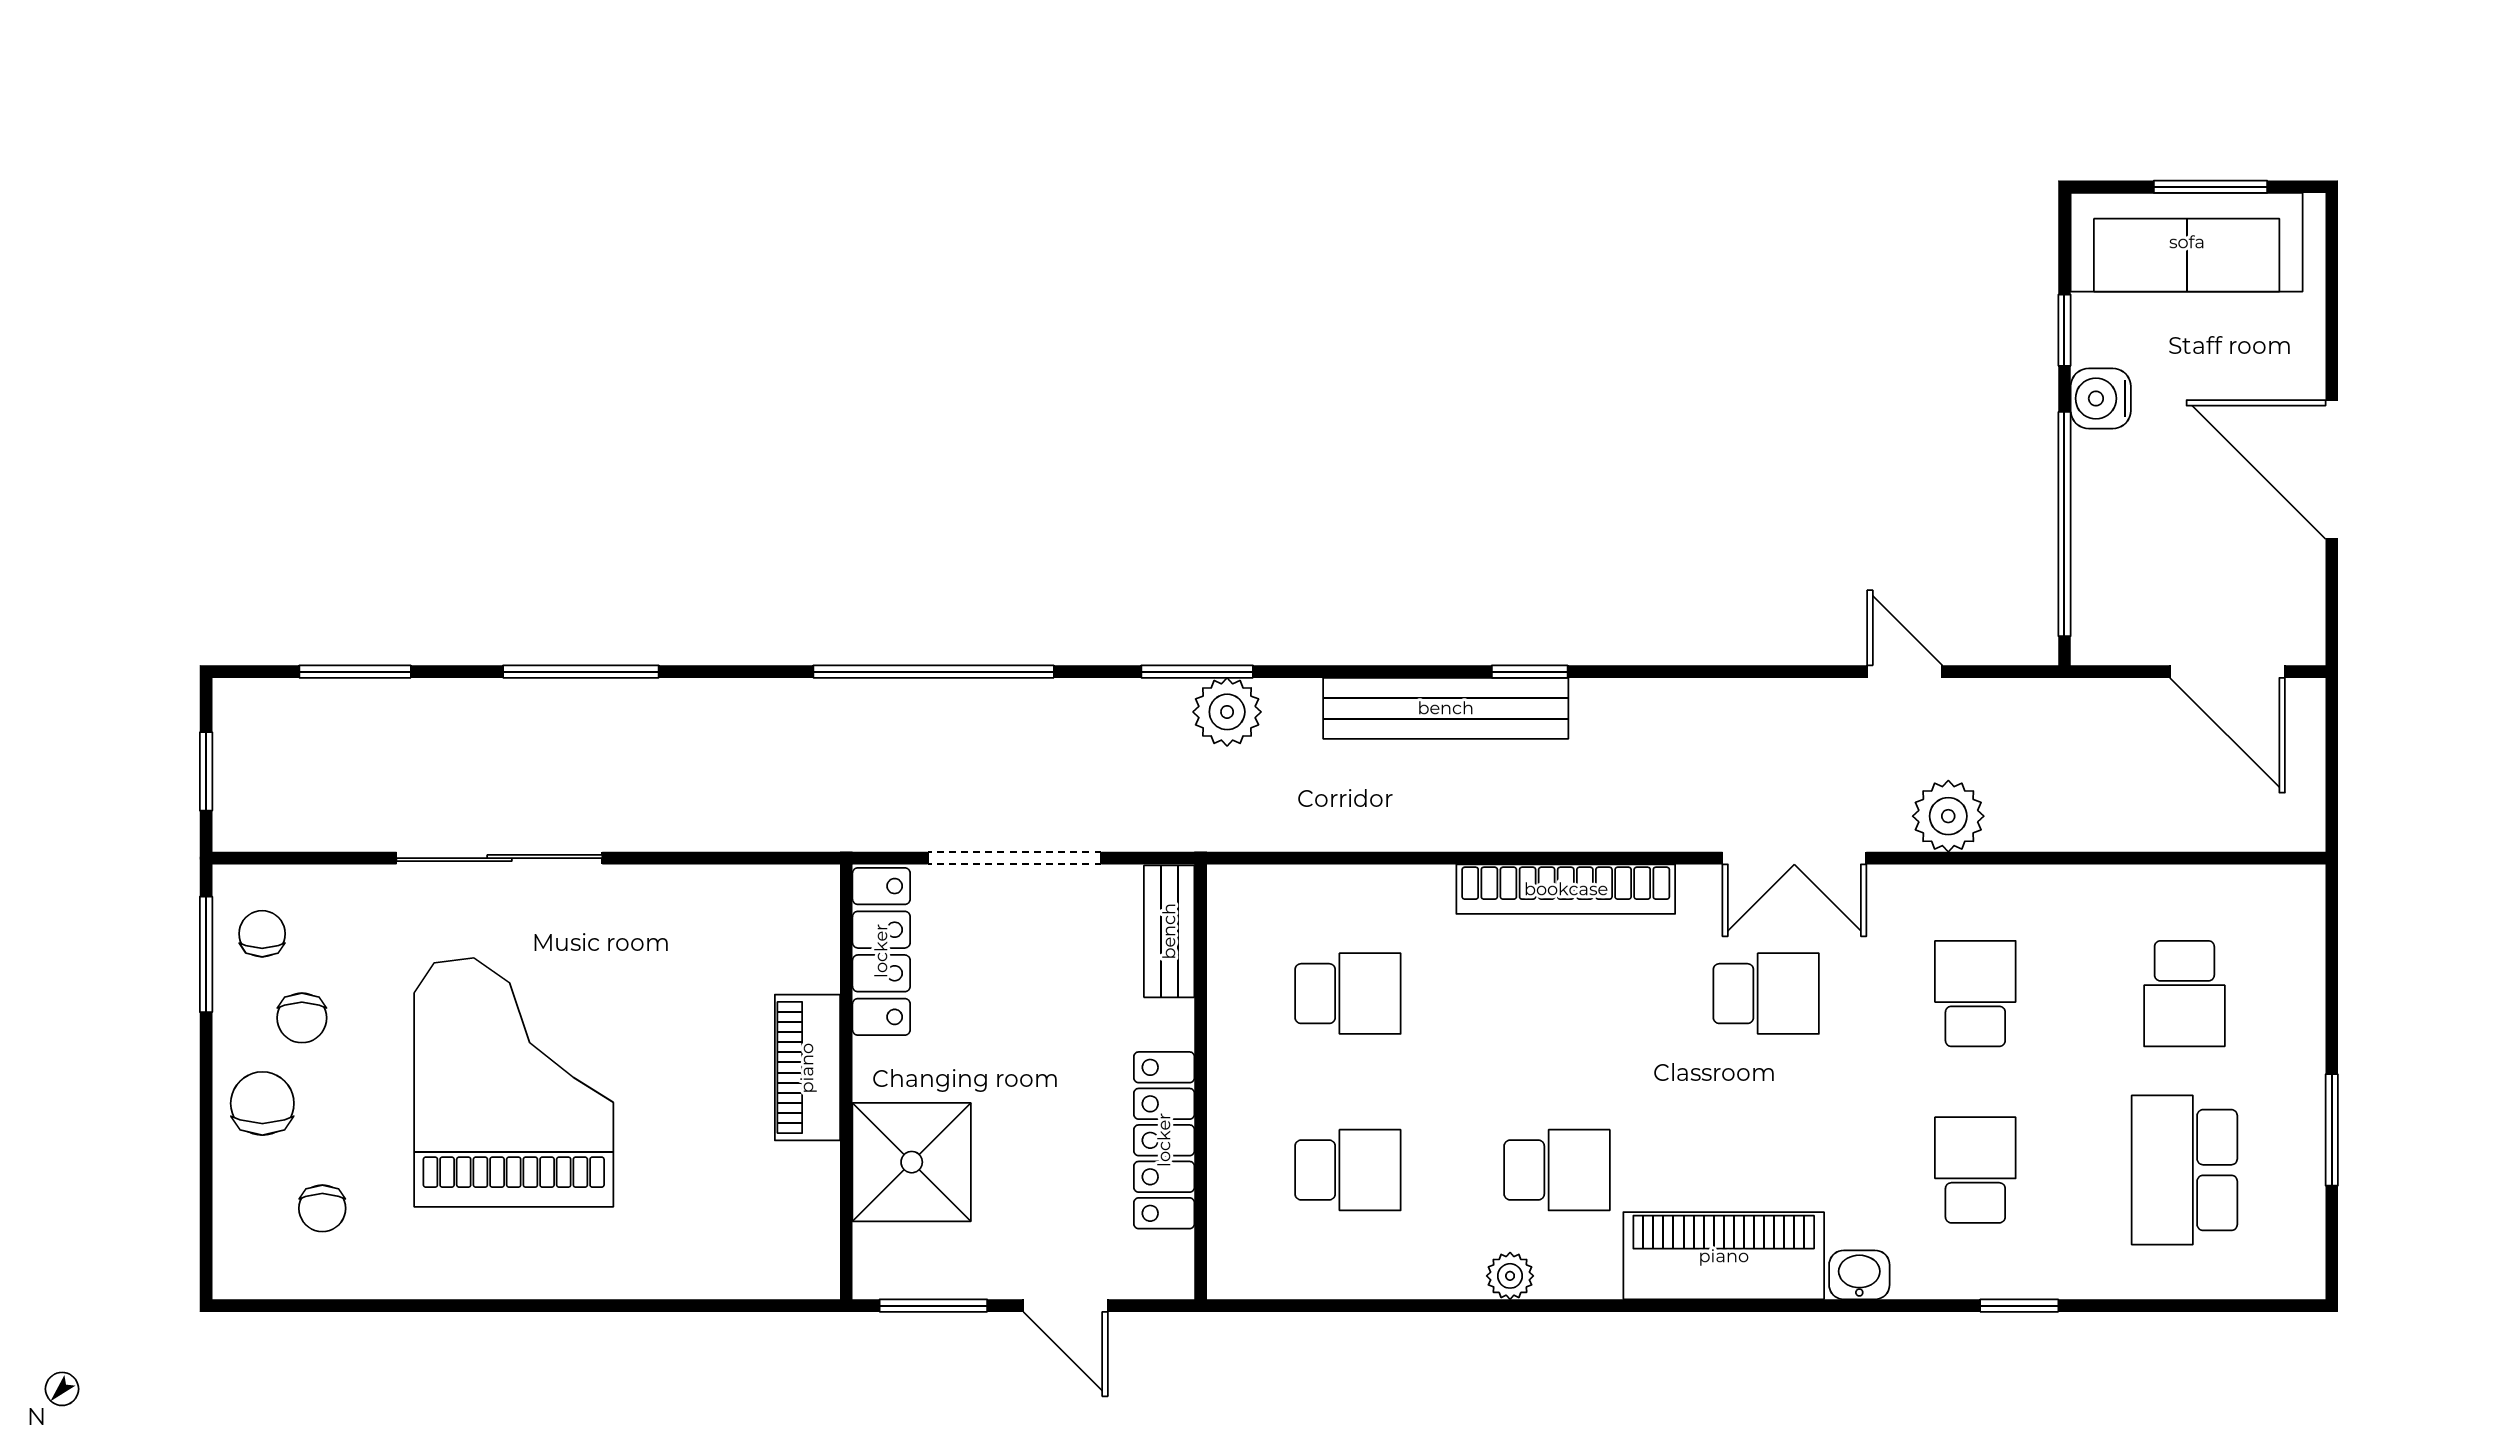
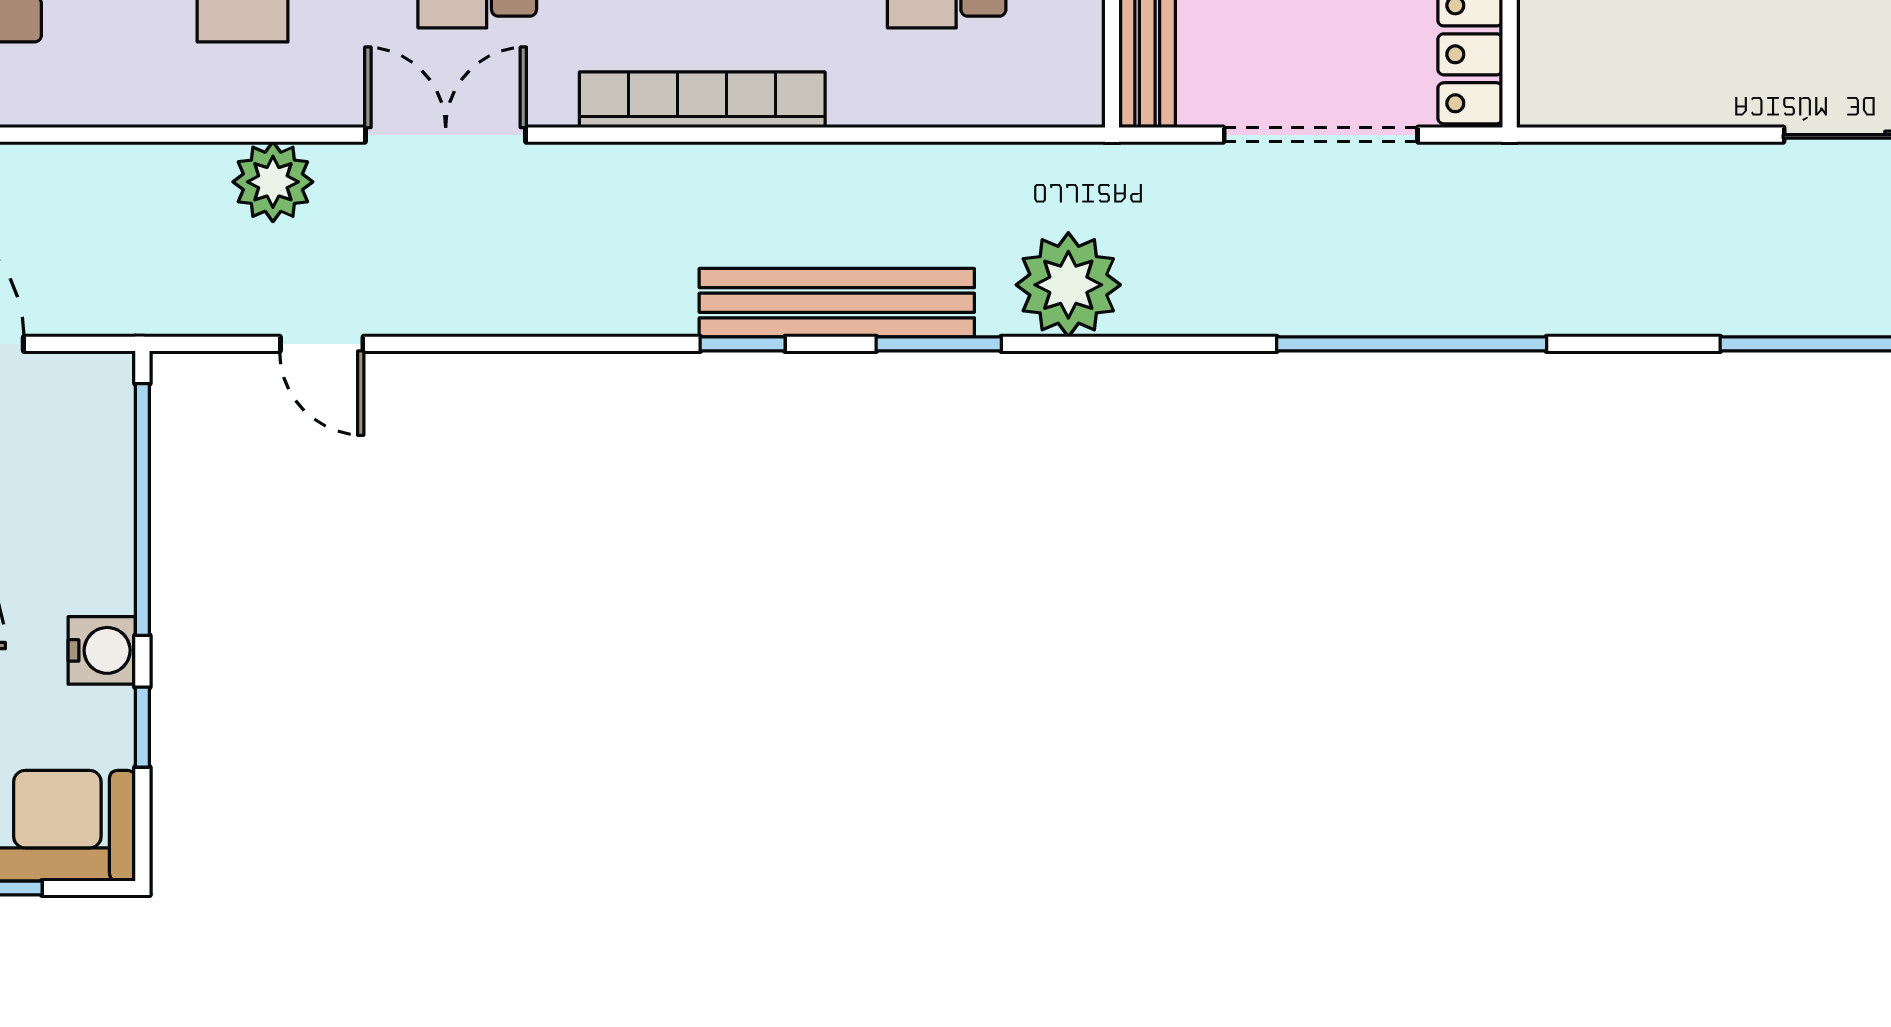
window: (1197, 672) -> (939, 344), moved
plant: (1227, 712) -> (1068, 285), width x1.36, depth x1.36

